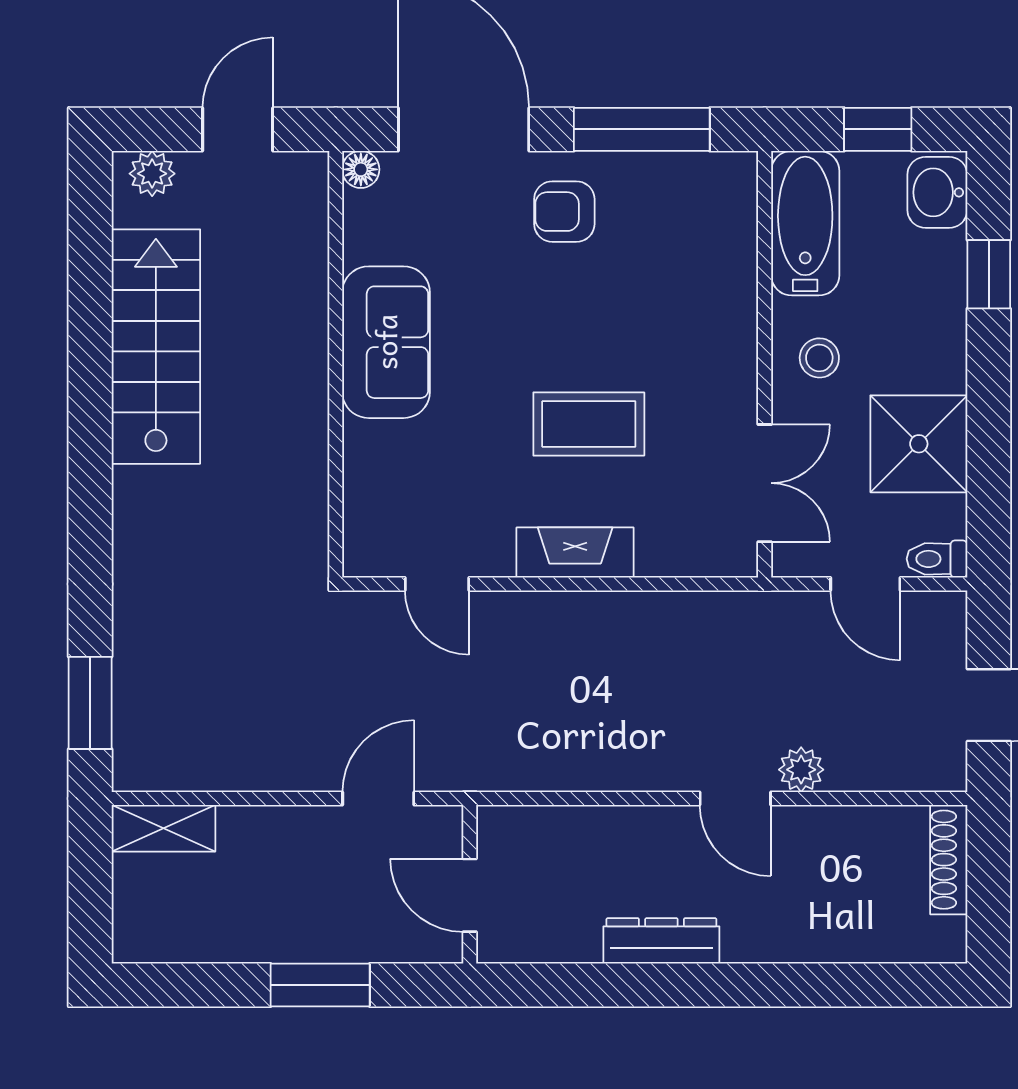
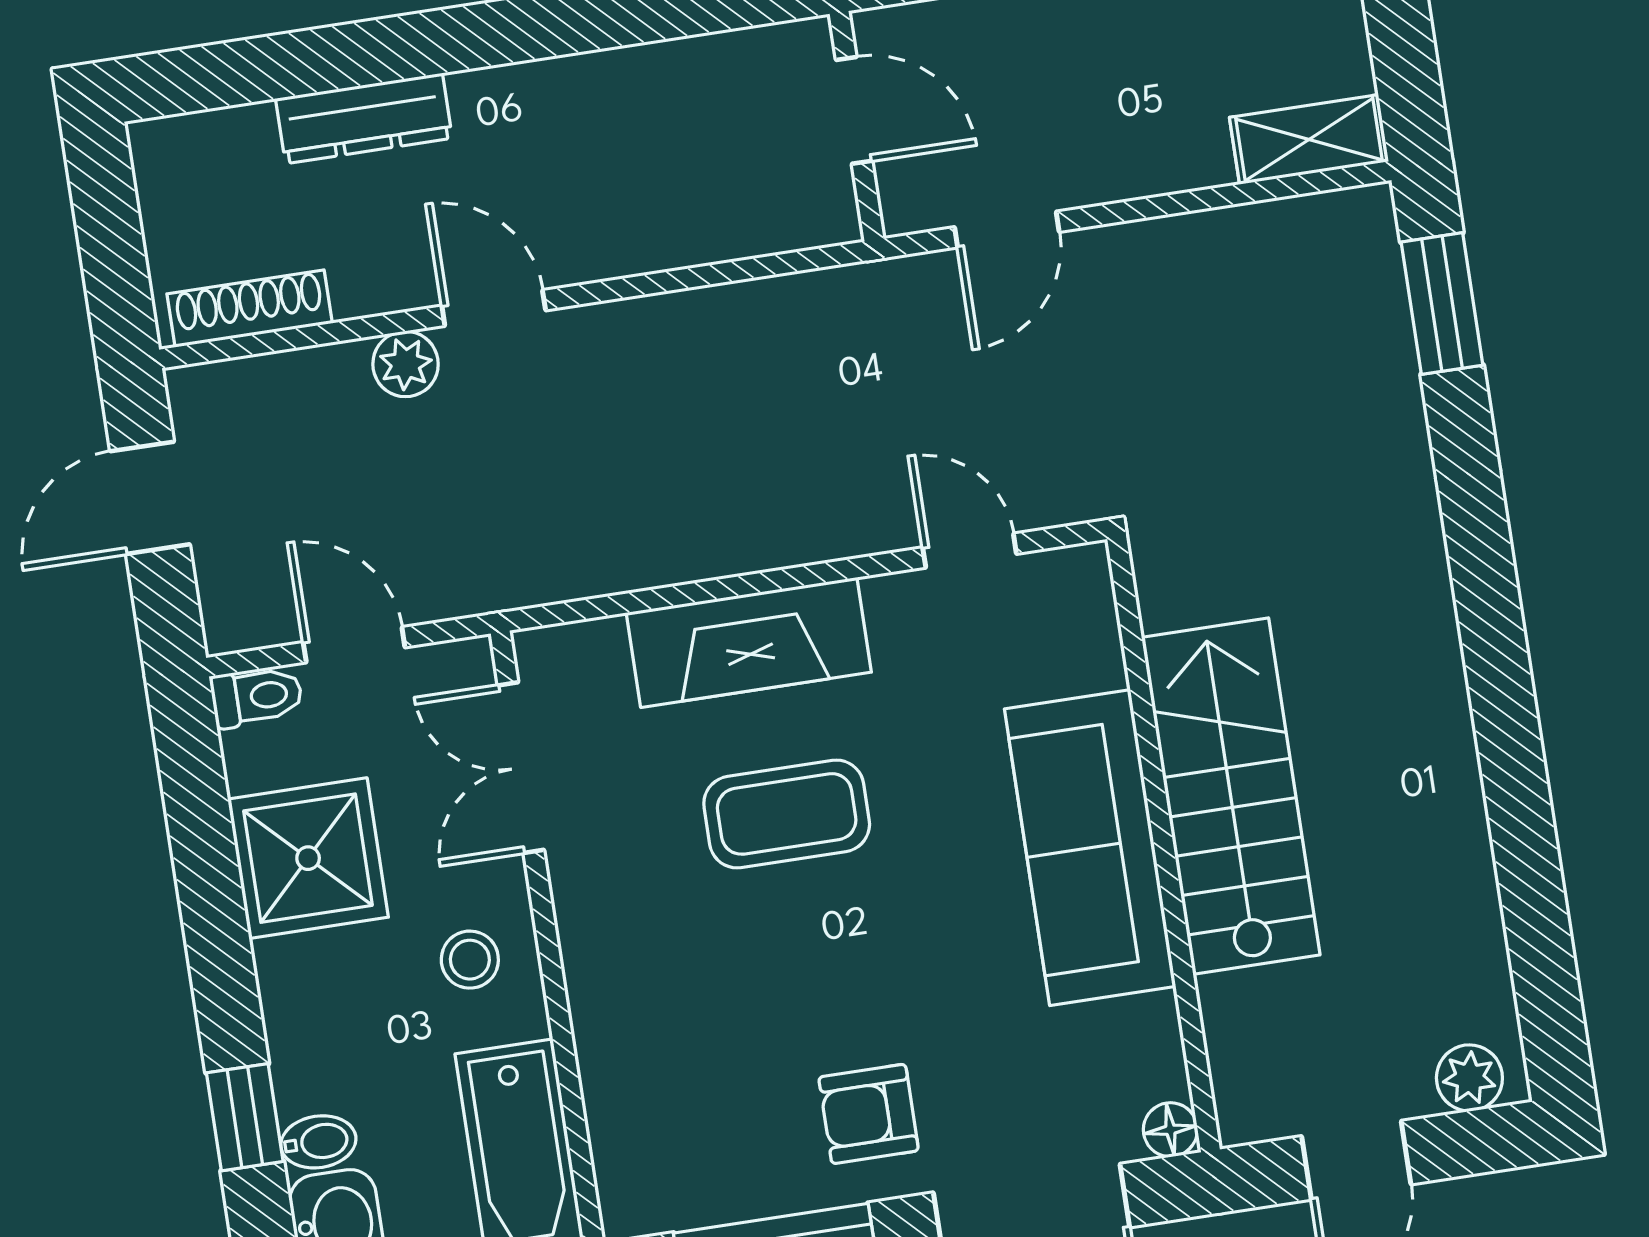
armchair: (564, 212) -> (869, 1114), turned 180
bidet: (941, 250) -> (318, 1142), added
sofa: (386, 342) -> (1090, 848), width x1.36
stairs: (156, 347) -> (1231, 796), moved, turned 180
fireplace: (575, 553) -> (749, 642), width x1.37, depth x1.32
shoe rack: (949, 860) -> (250, 309), moved, turned -90
dresser: (661, 941) -> (364, 118), moved

